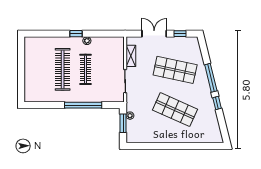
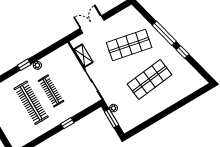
window: (180, 34) -> (115, 11), removed
window: (83, 105) -> (67, 123), width x0.32
shop shelf: (175, 110) -> (150, 79), turned -30

